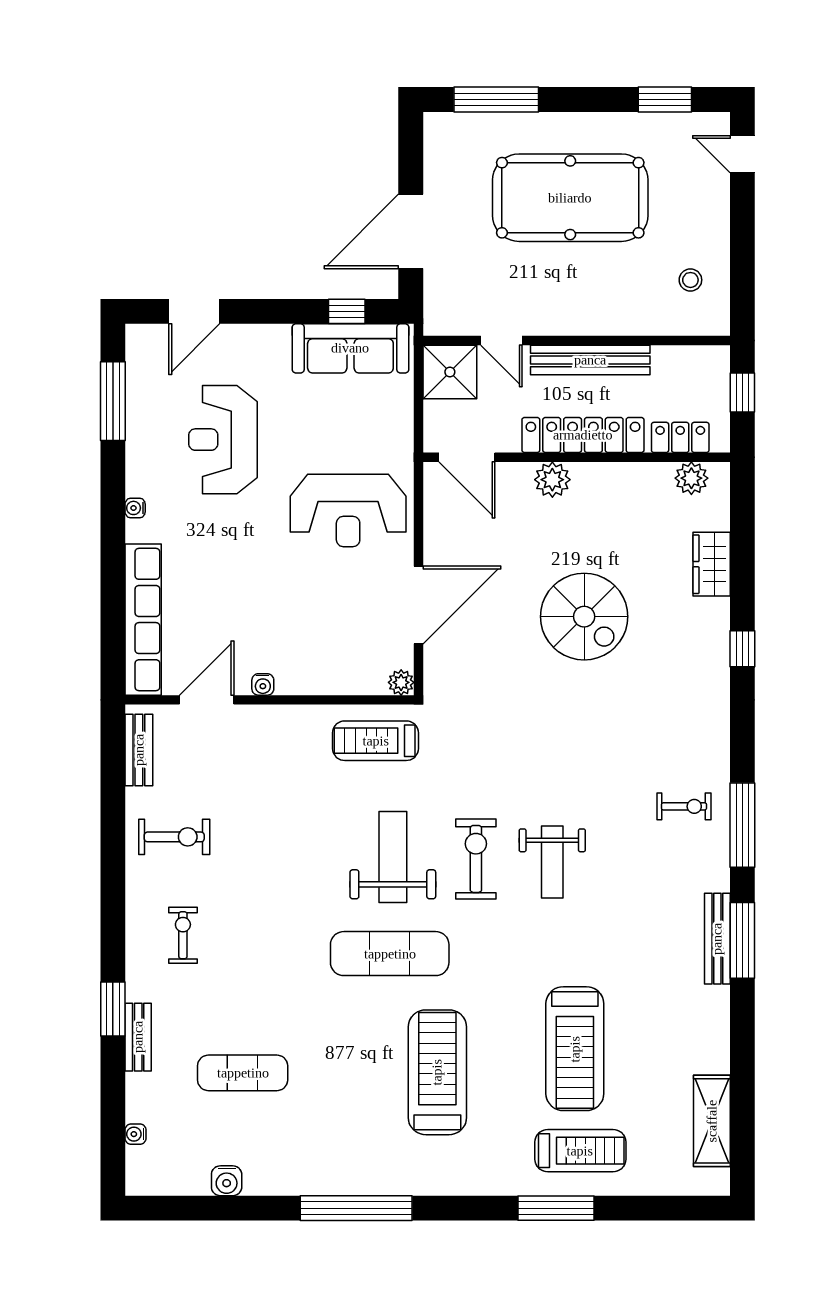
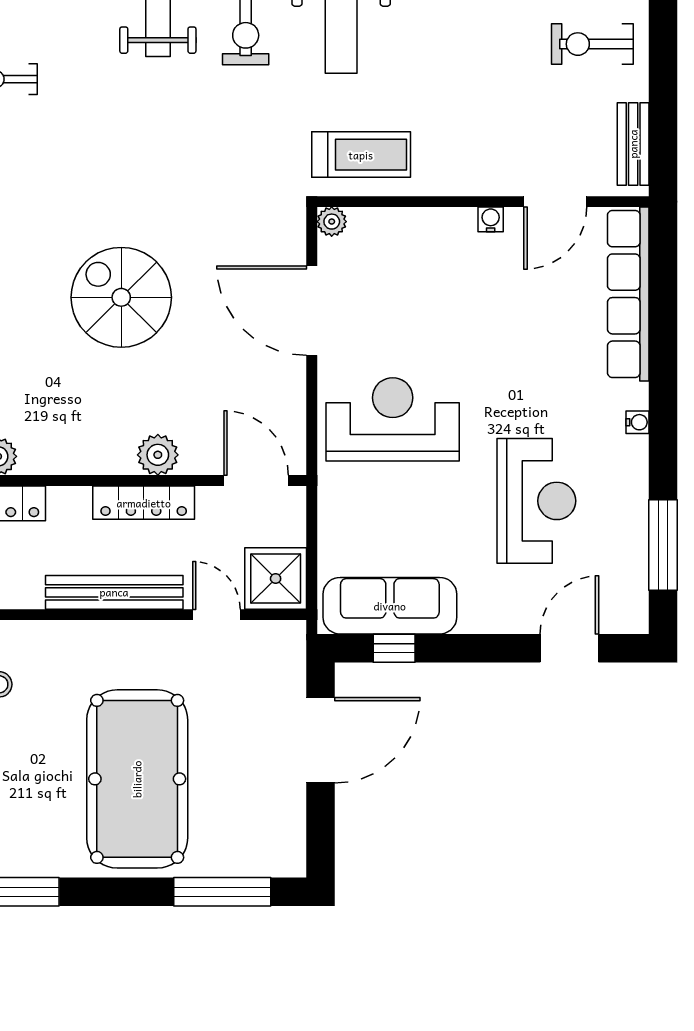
pool table: (570, 198) -> (137, 779), turned 90
locker: (583, 435) -> (144, 503), width x0.71, depth x0.83
door: (418, 605) -> (312, 311), hinge flipped

